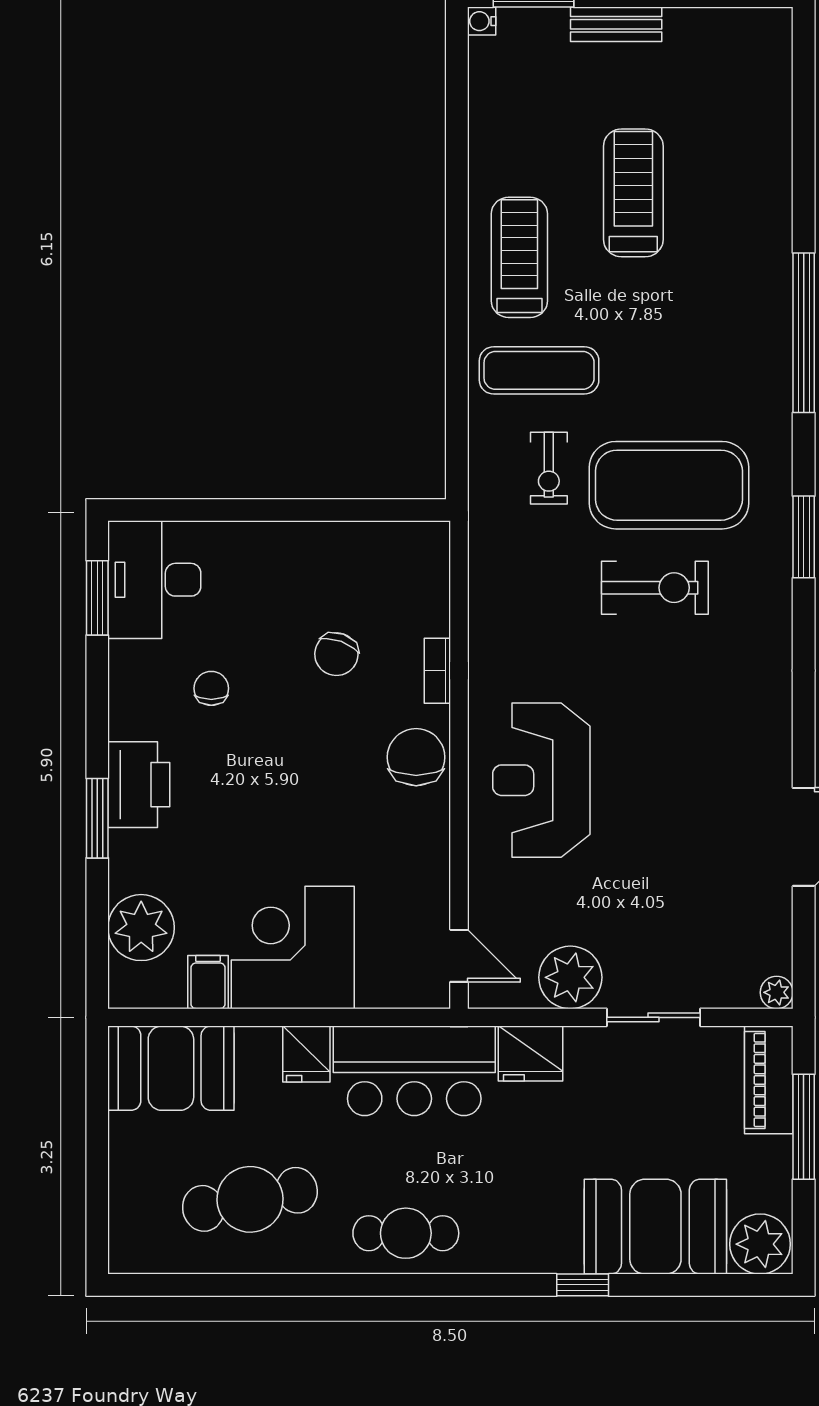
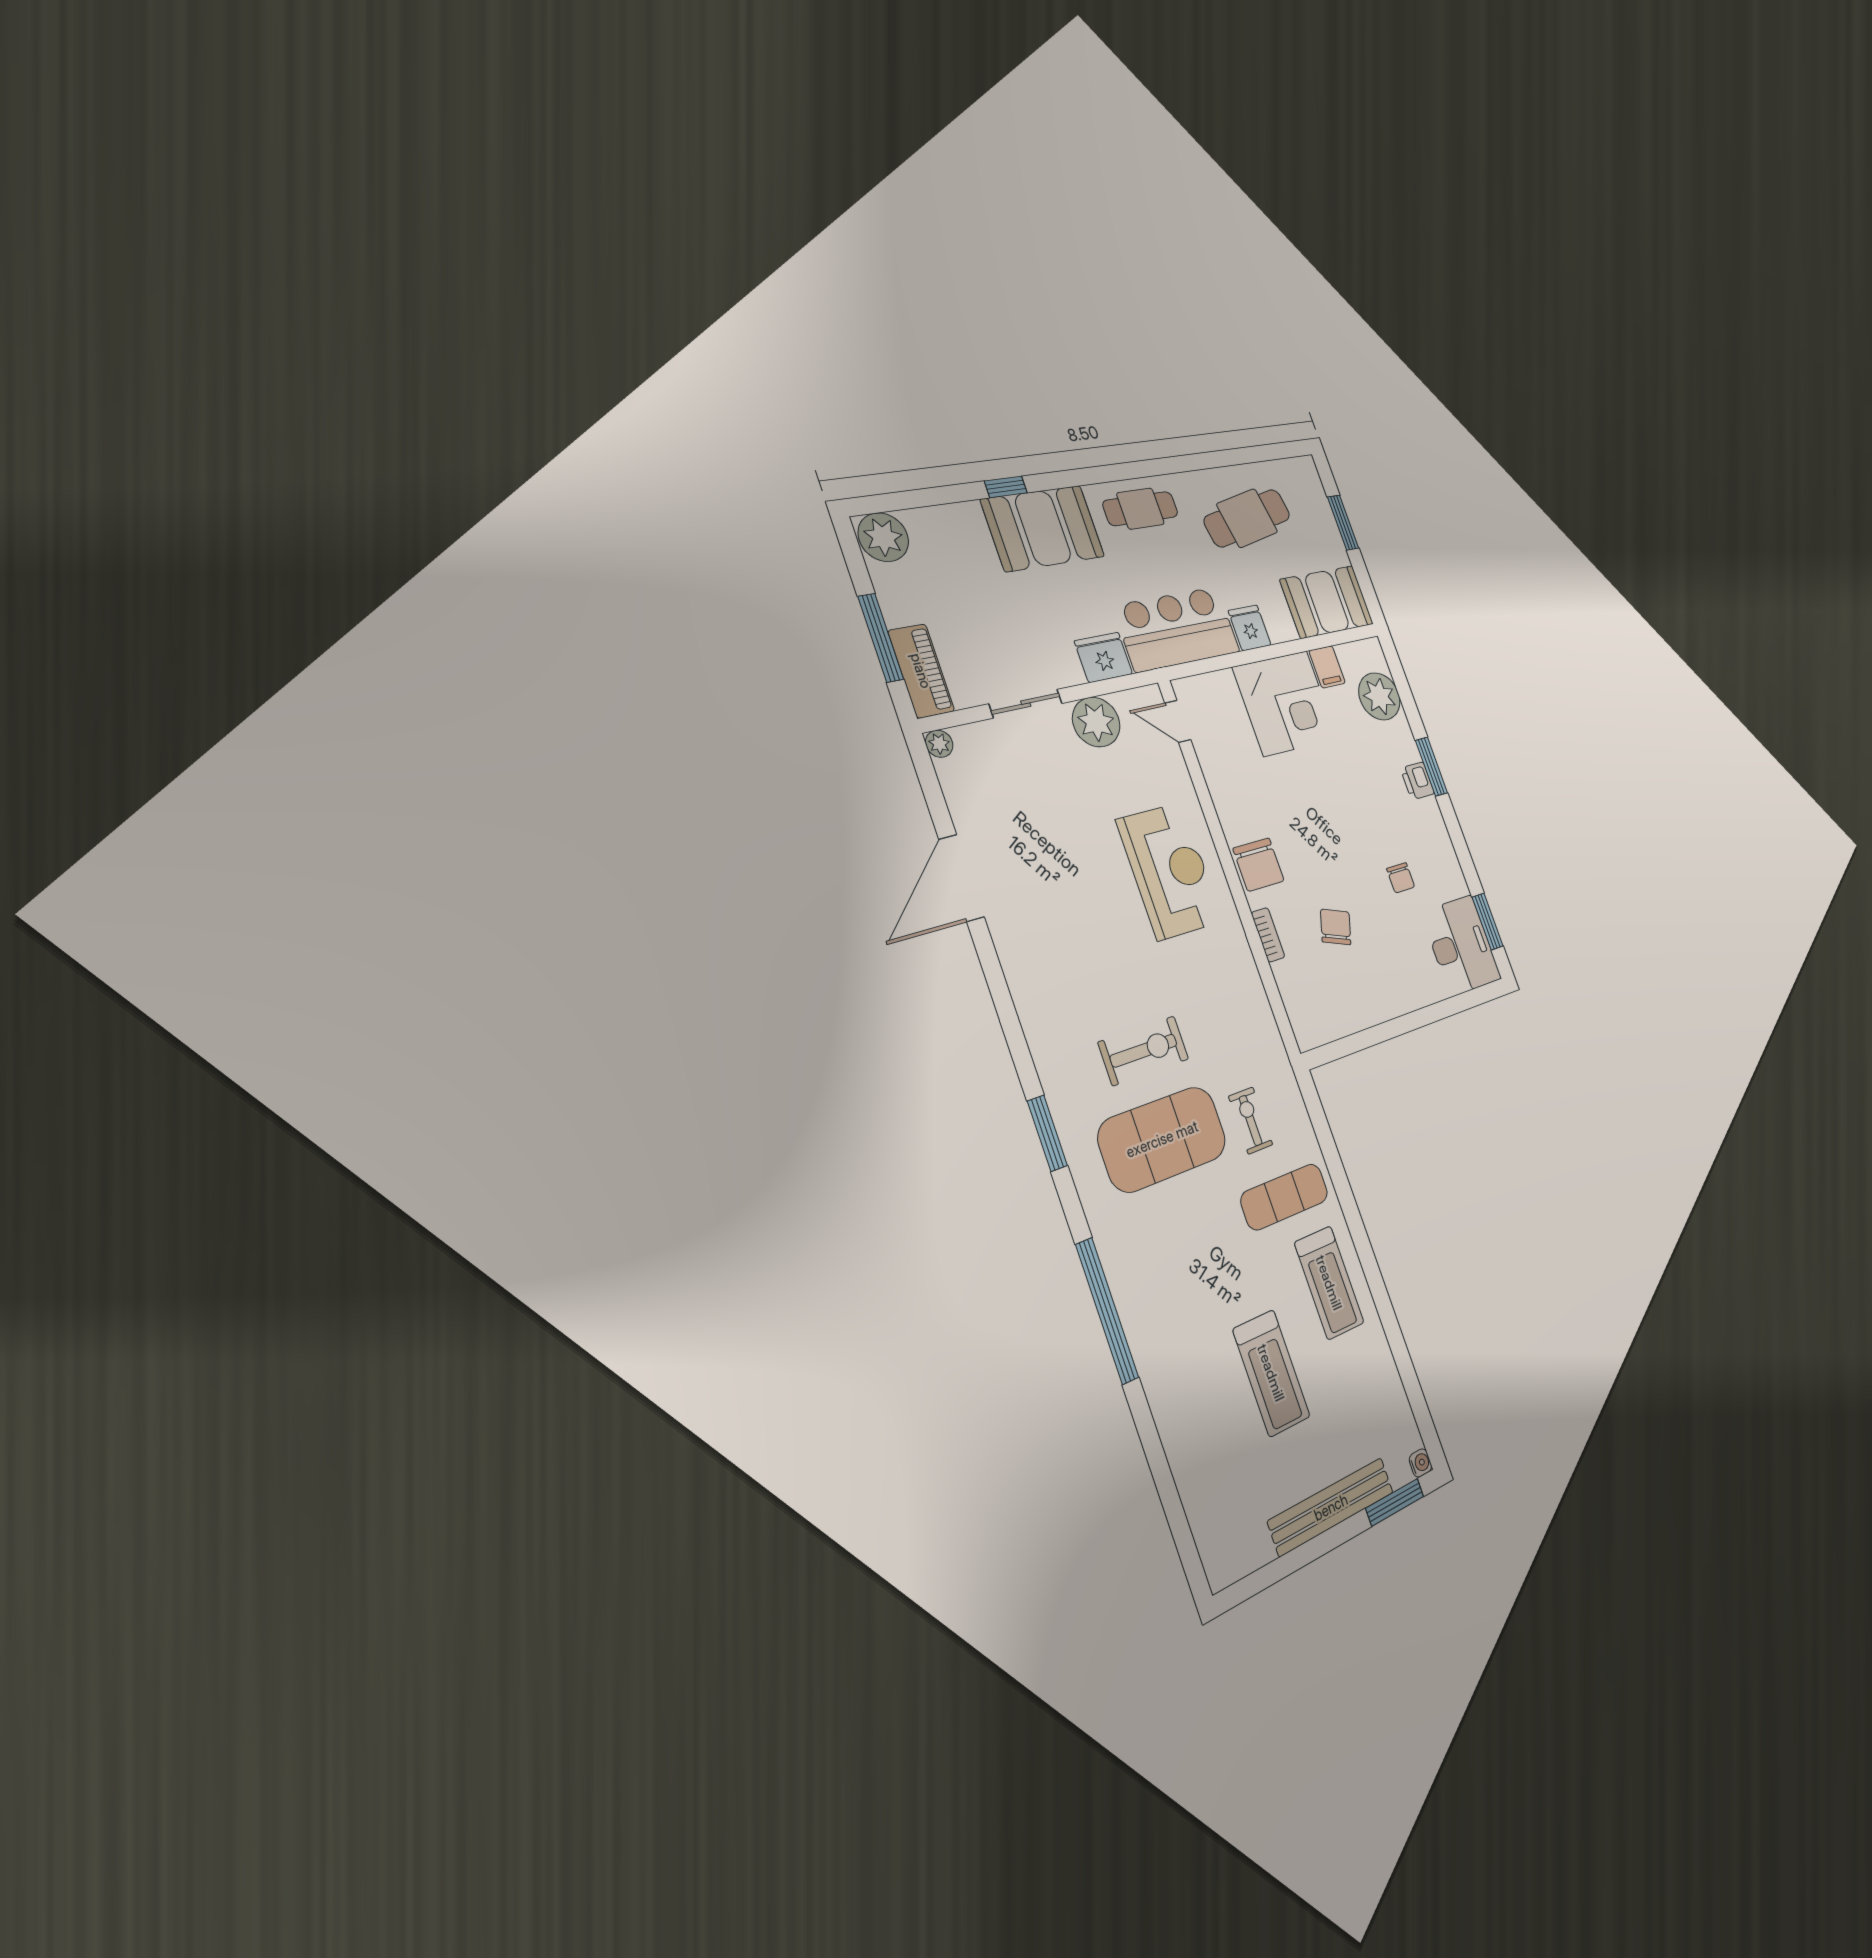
bench: (616, 24) -> (1331, 1507), width x1.86, depth x1.21
exercise bike: (655, 588) -> (1144, 1051), turned 180
printer: (139, 785) -> (1417, 781), width x0.53, depth x0.68
window: (97, 1172) -> (1343, 523), added
booth: (655, 1227) -> (1043, 528), moved

